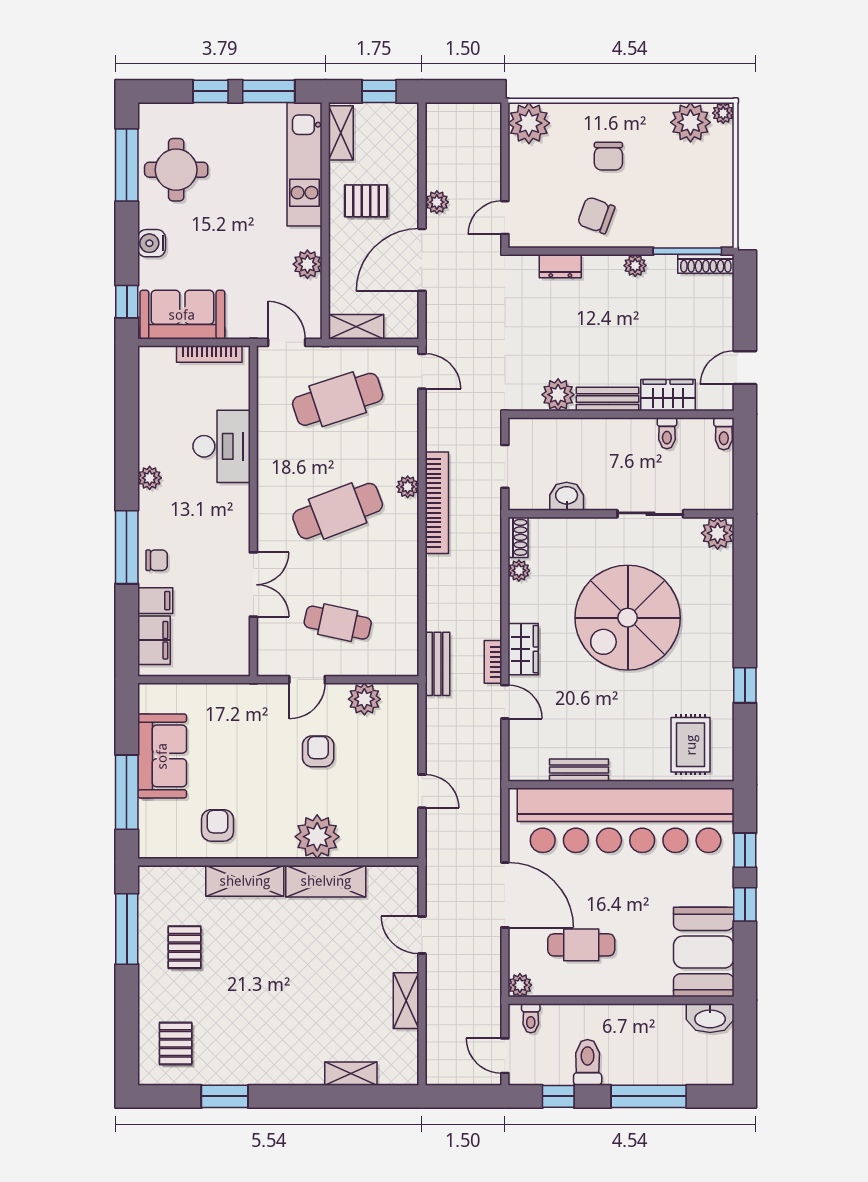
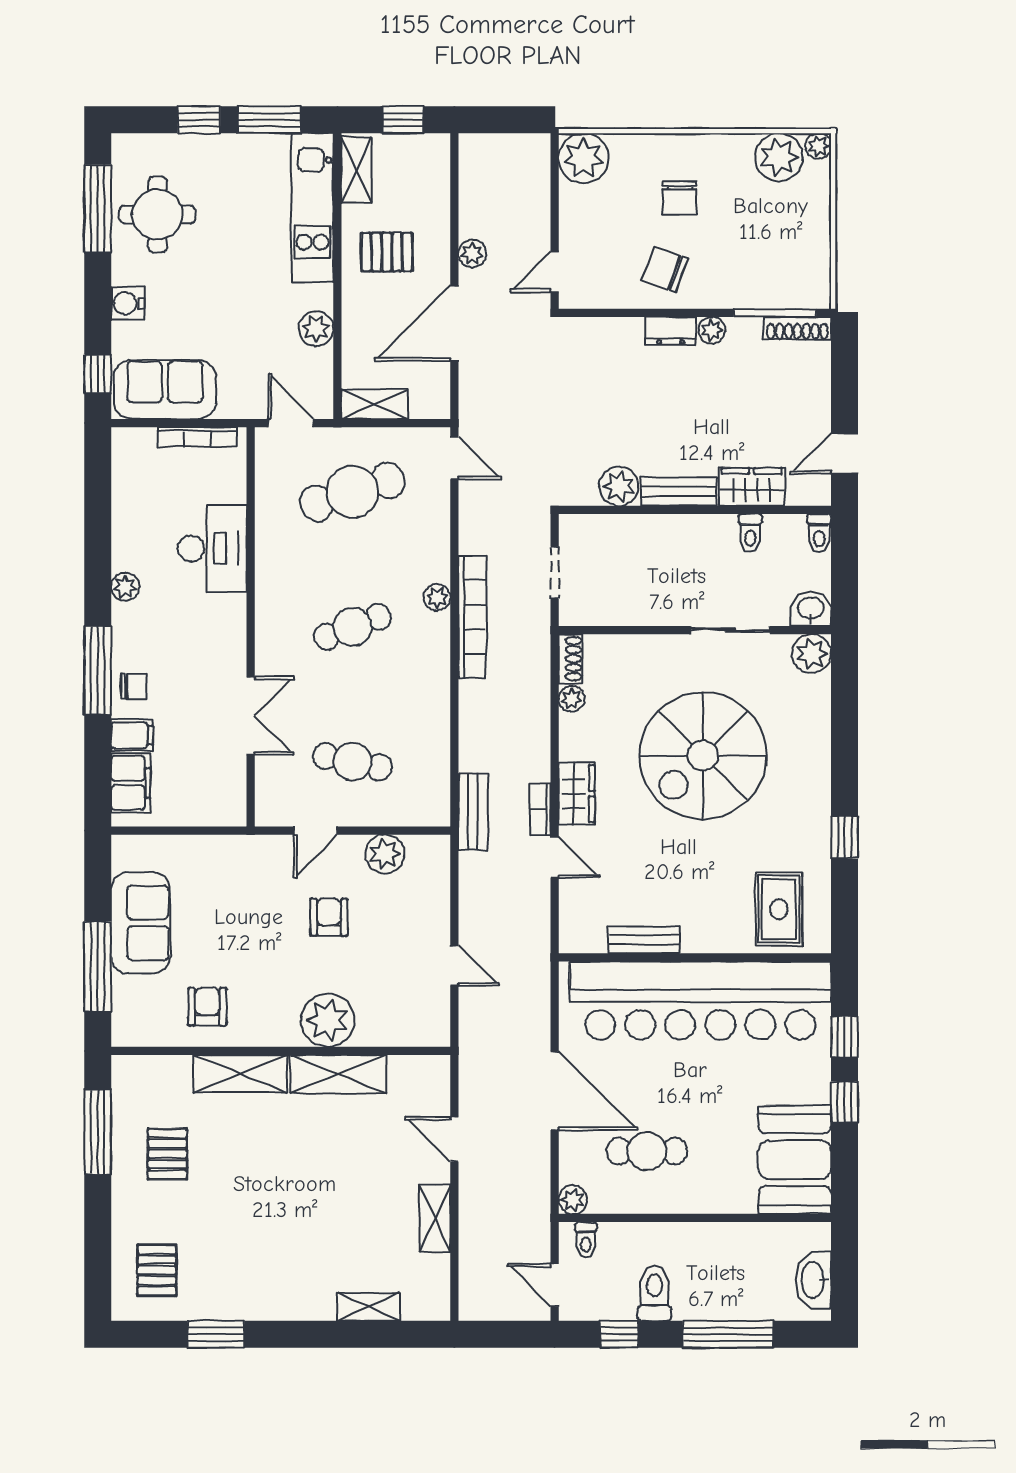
dresser: (560, 266) -> (671, 331), moved
washbasin: (567, 496) -> (811, 609), moved
cafe table: (338, 511) -> (352, 627), width x0.73, depth x0.74
washbasin: (710, 1018) -> (814, 1280), moved, turned 90

